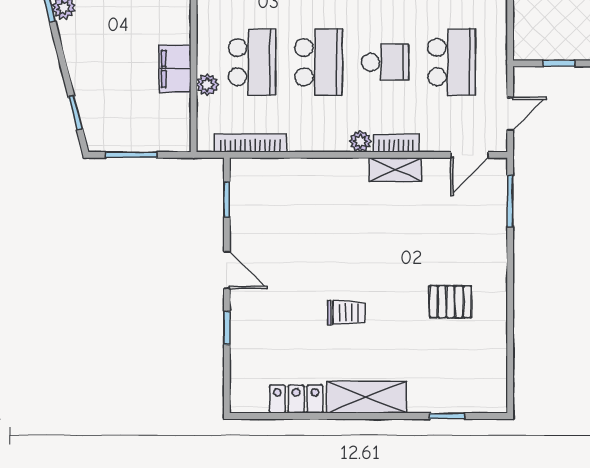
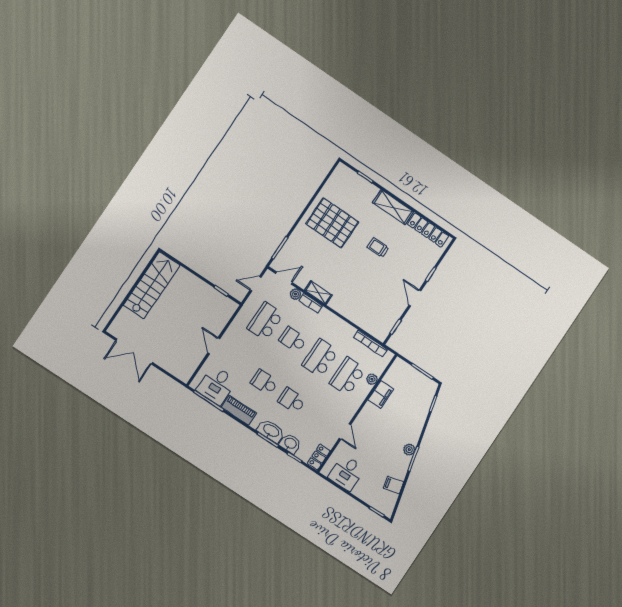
plant: (360, 141) -> (295, 294), moved
pallet: (450, 302) -> (332, 223), width x2.05, depth x2.00
locker: (296, 399) -> (428, 230), width x1.53

